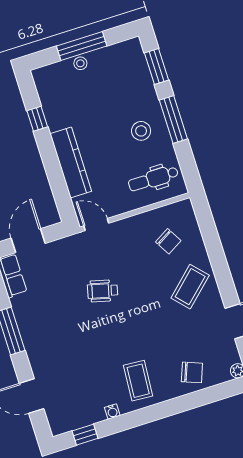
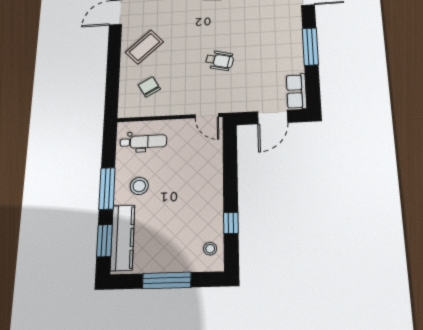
stool: (80, 63) -> (210, 249), moved
kitchen counter: (71, 163) -> (122, 238), moved, turned 180

